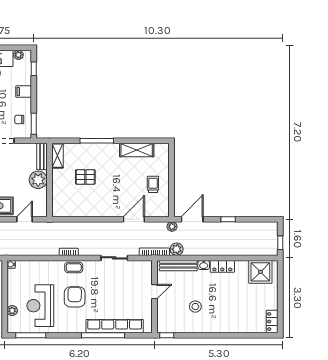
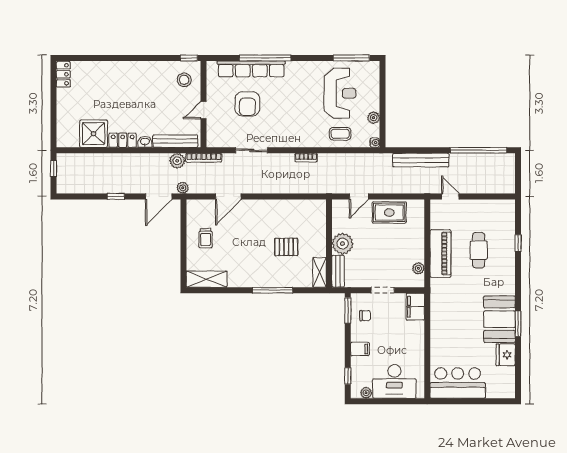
shelving: (137, 150) -> (207, 279), moved
coffee table: (74, 267) -> (340, 134), moved
shower: (260, 272) -> (94, 134), moved
armchair: (75, 297) -> (247, 104), moved
stool: (195, 307) -> (184, 80), moved
plant: (12, 311) -> (374, 118), moved

